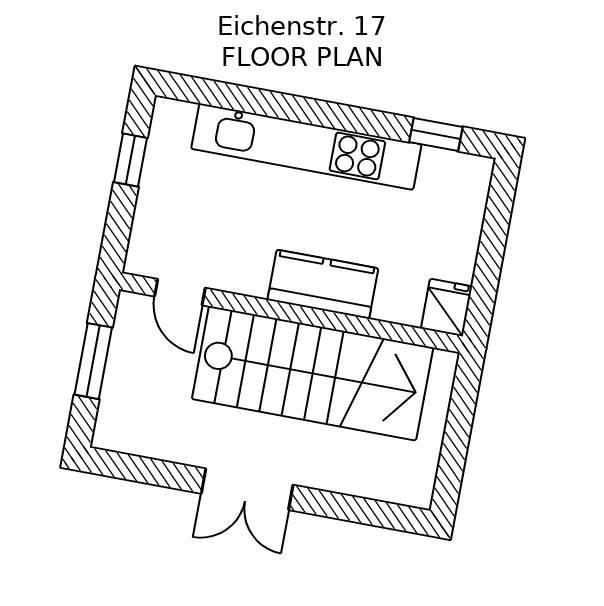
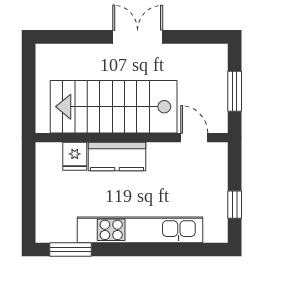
window: (436, 135) -> (70, 250), width x1.50
fridge: (446, 307) -> (75, 156), moved

